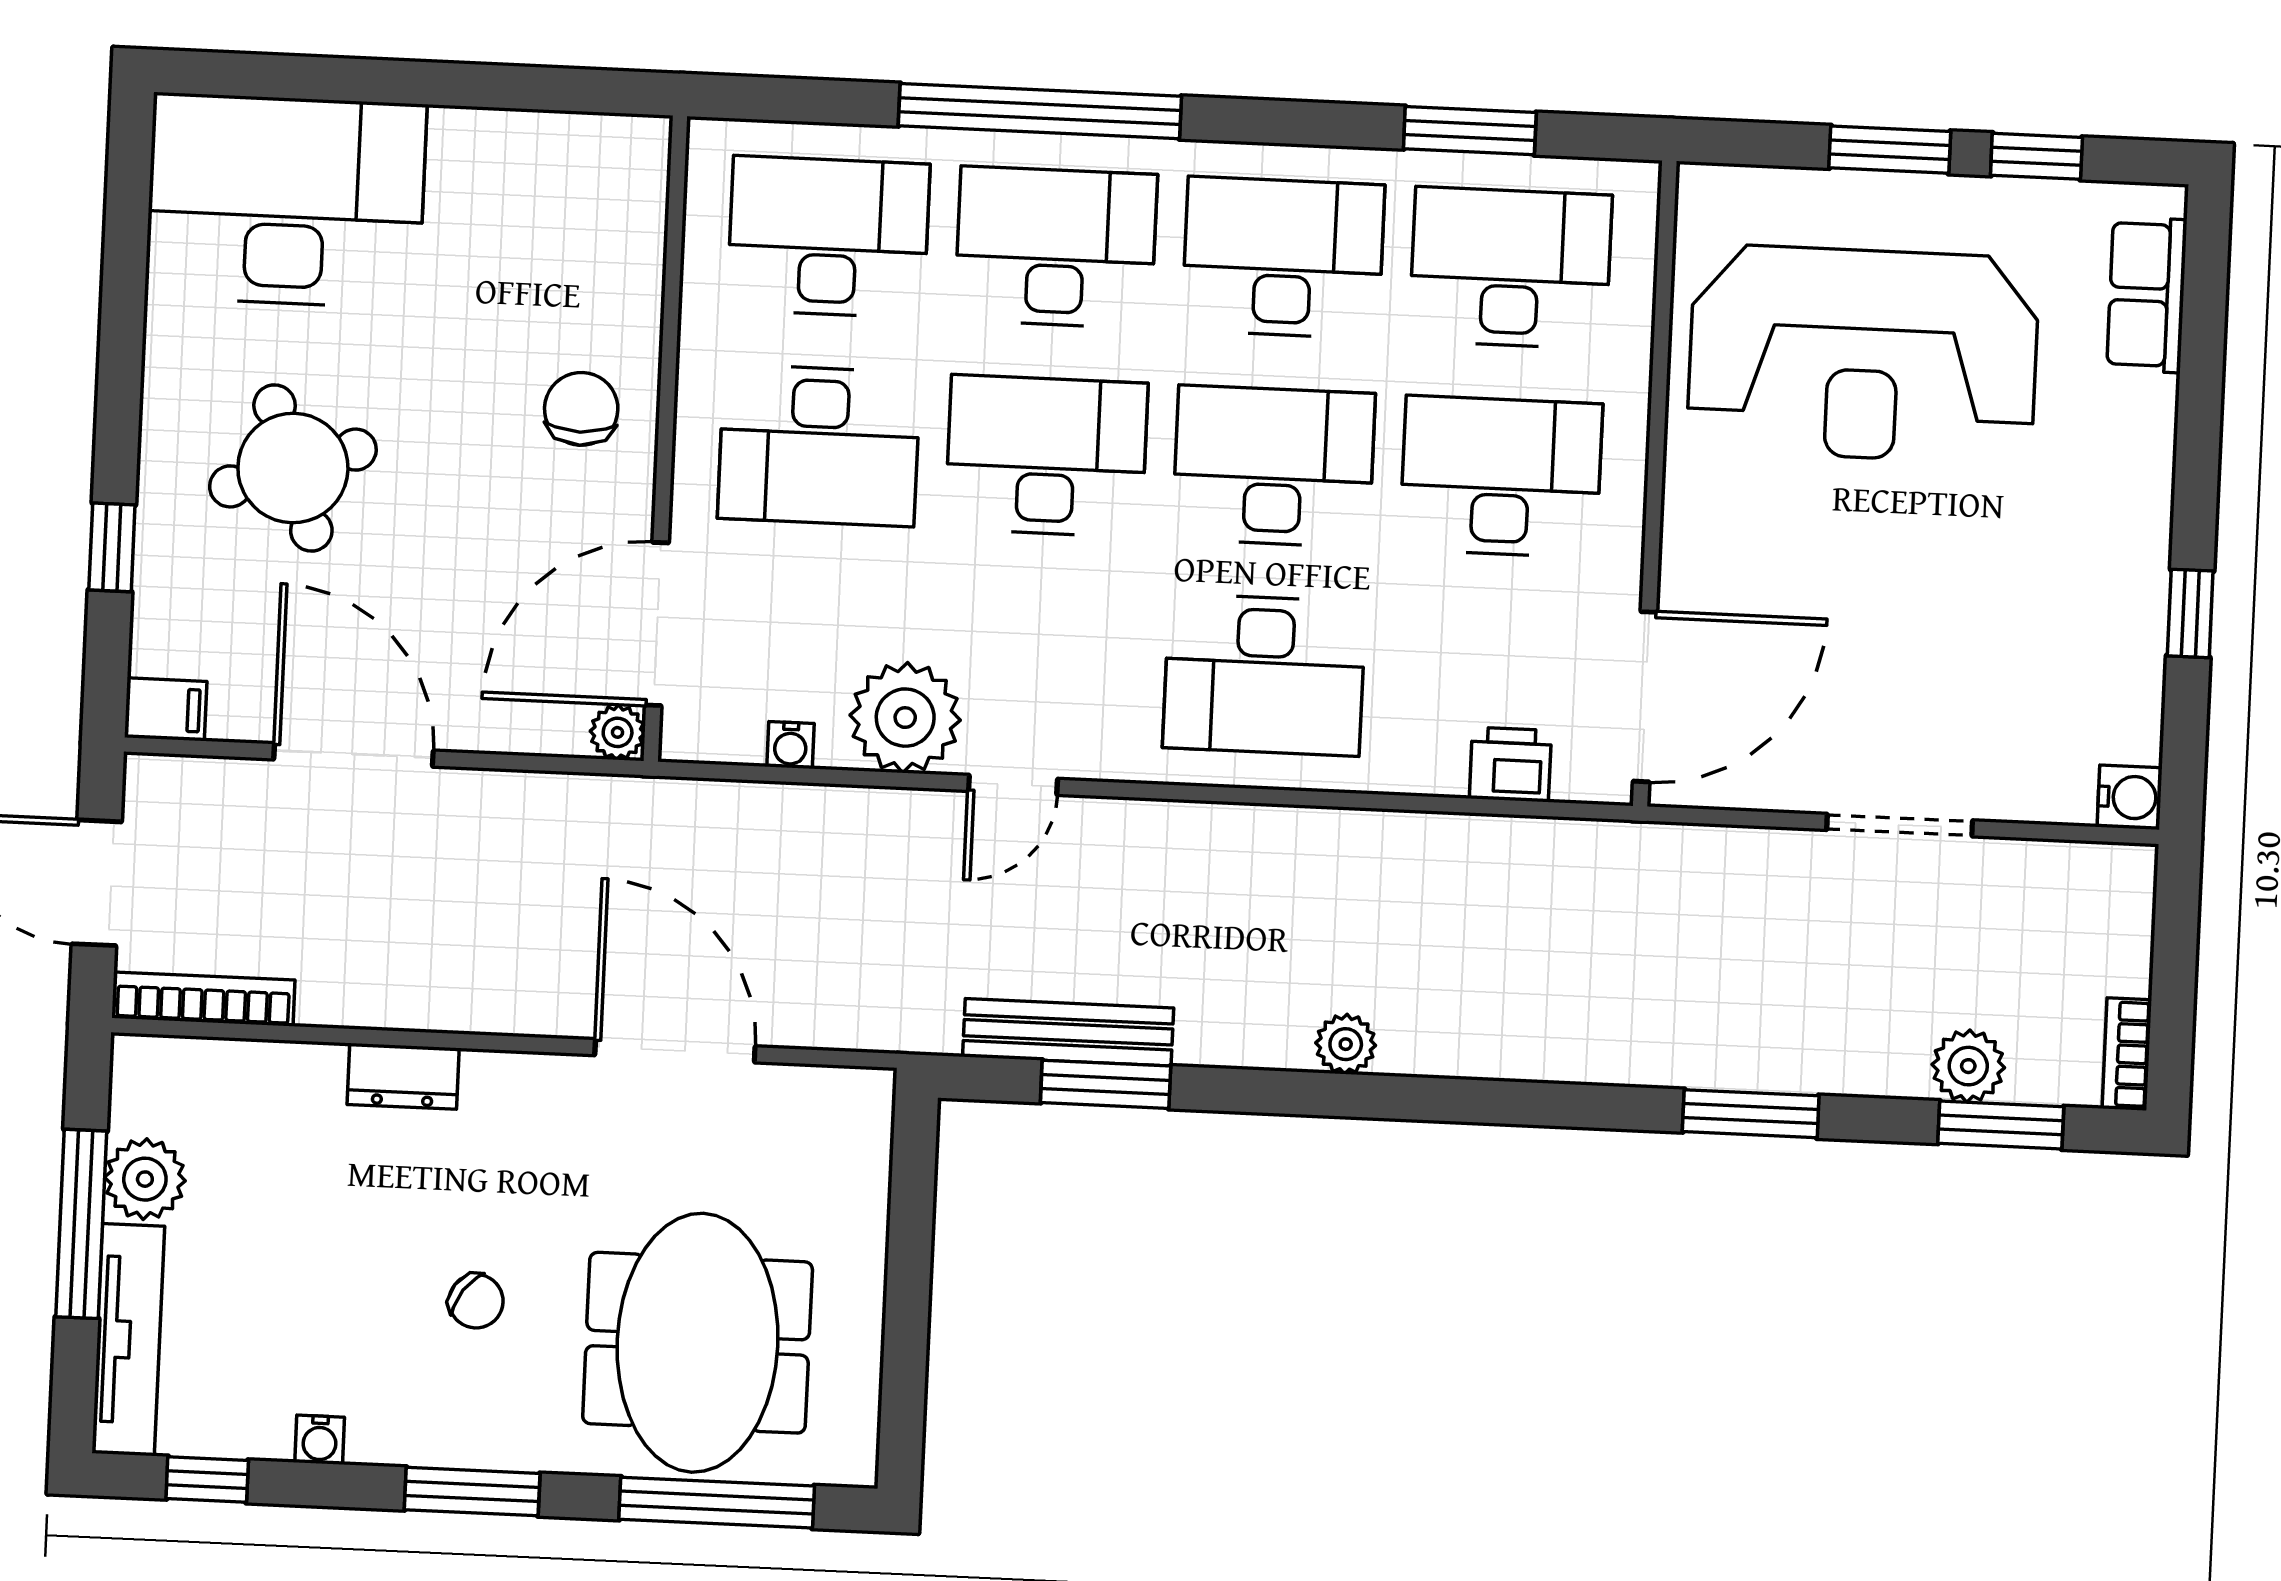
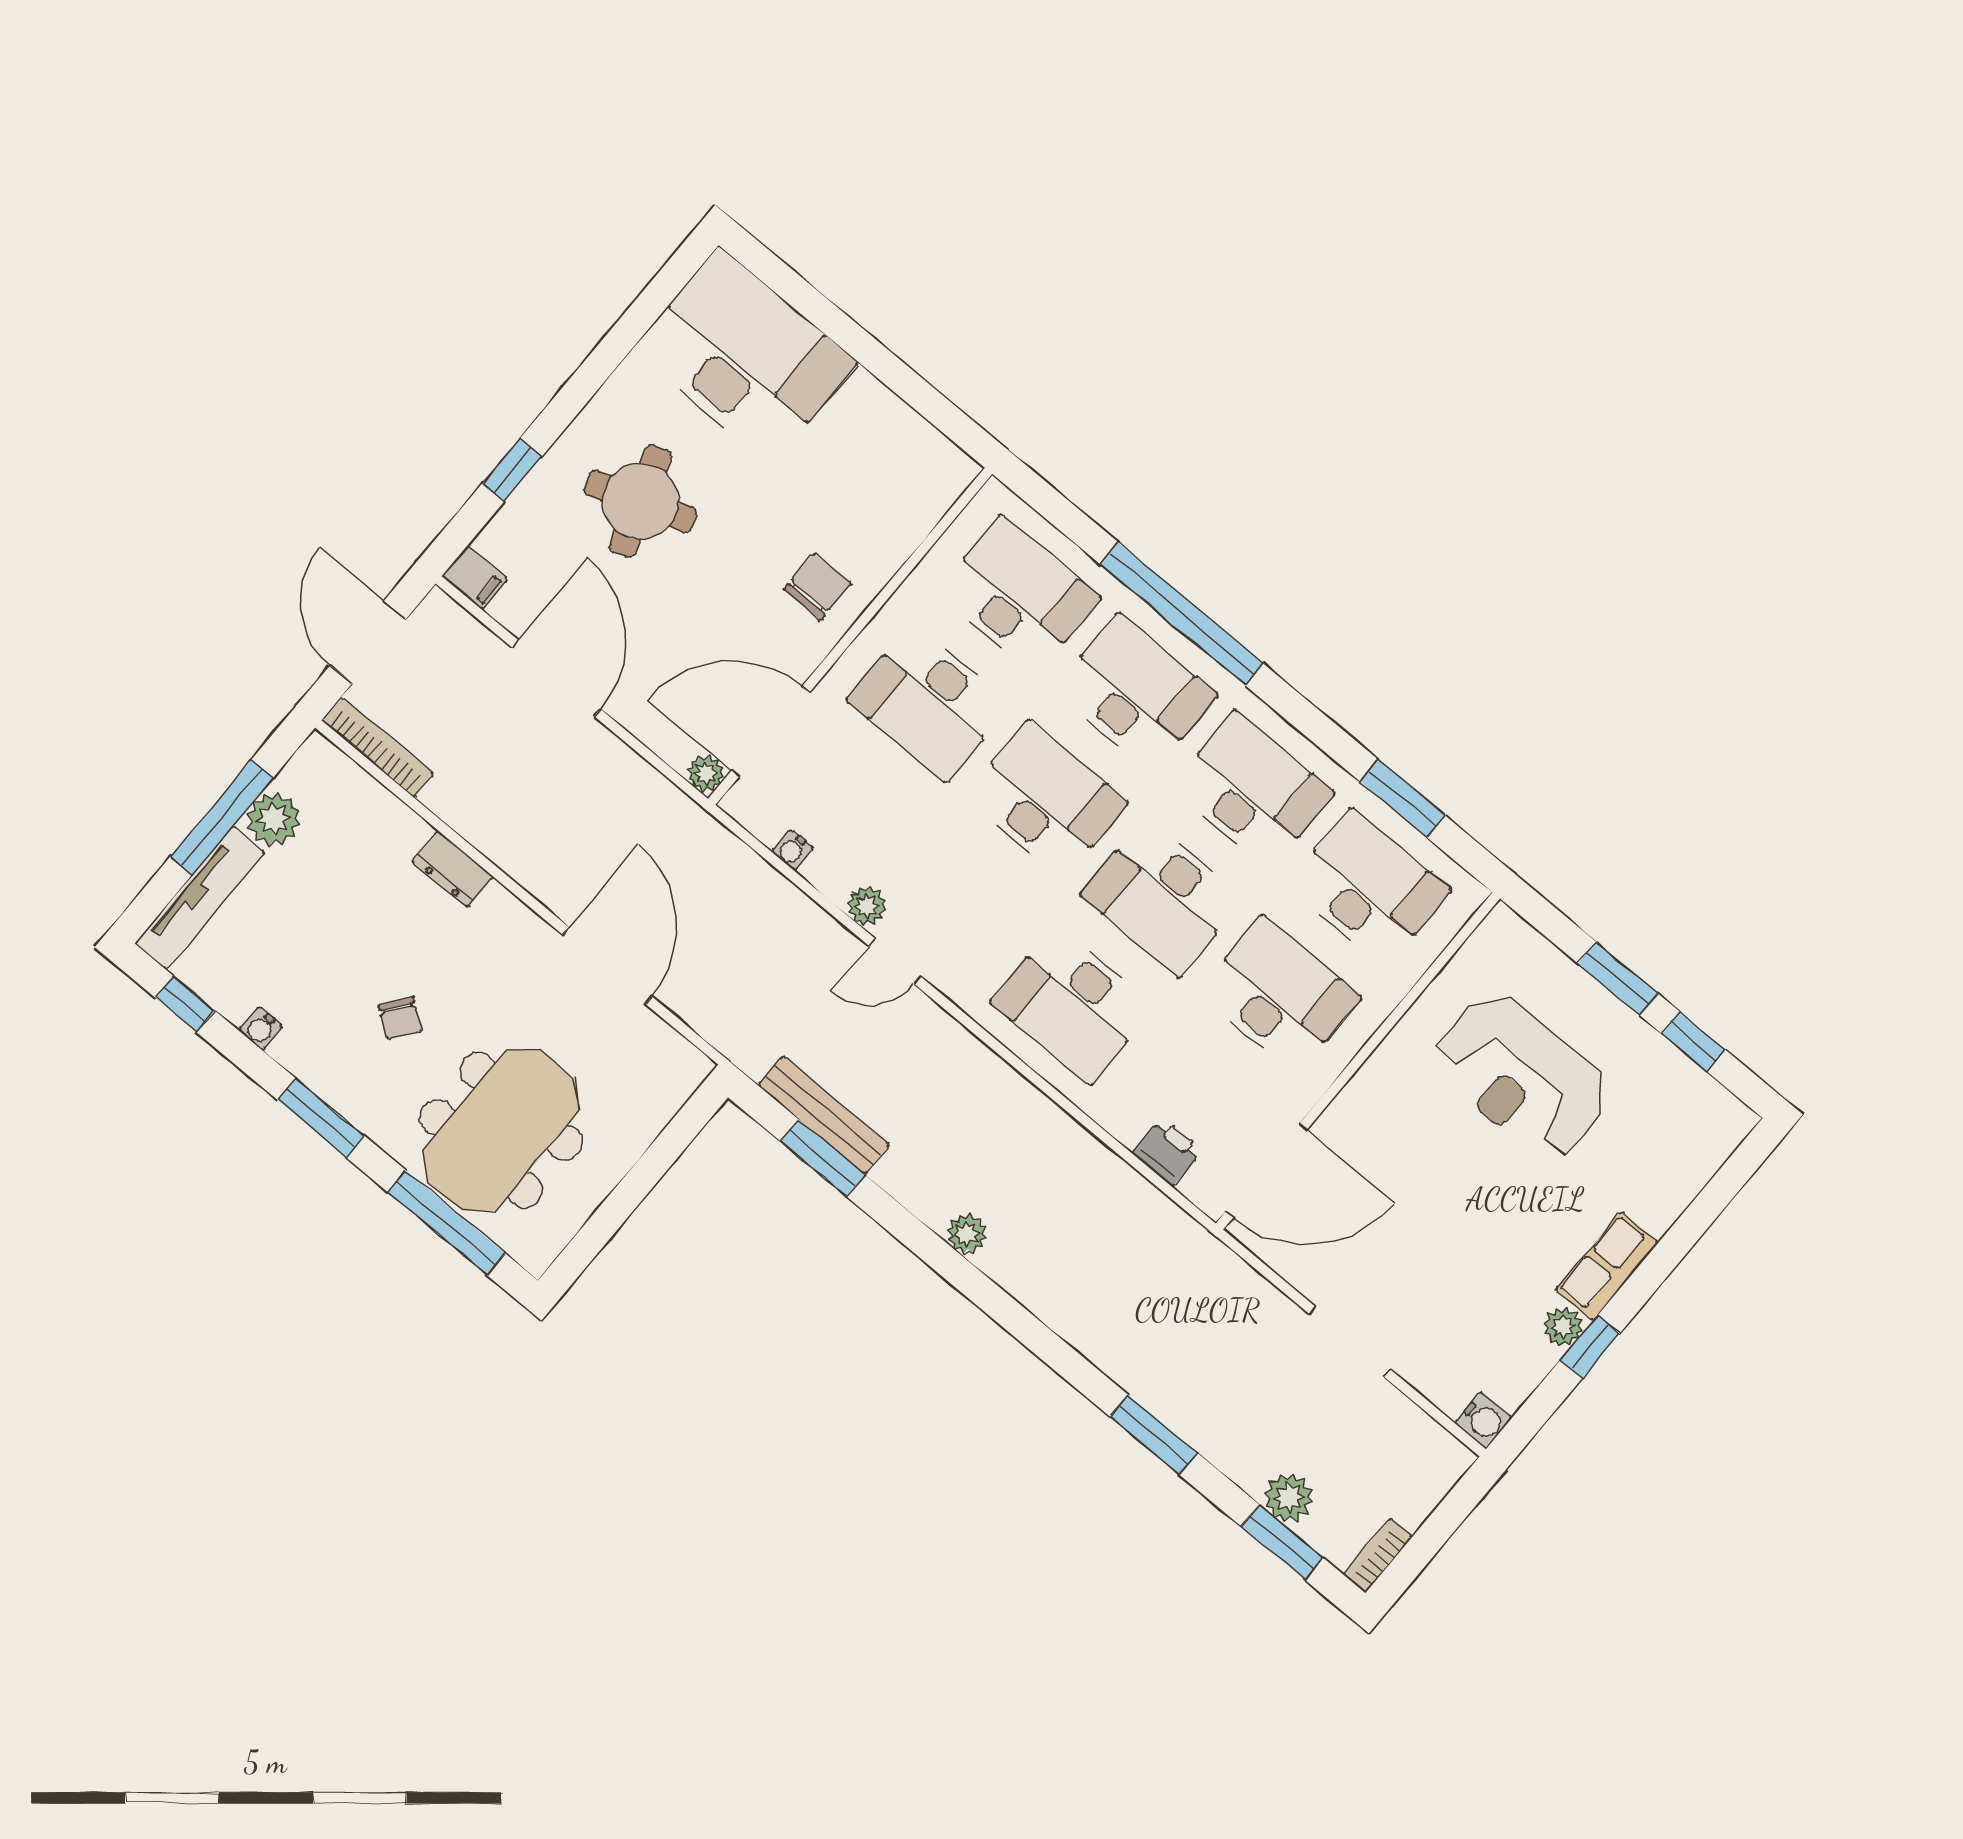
row of seats: (2147, 295) -> (1607, 1266), moved
reception desk: (1863, 354) -> (1521, 1076), width x0.74, depth x0.77
desk: (1274, 466) -> (1162, 897), turned 180
plant: (2140, 614) -> (1563, 1327), added
plant: (905, 718) -> (867, 906), width x0.53, depth x0.53

